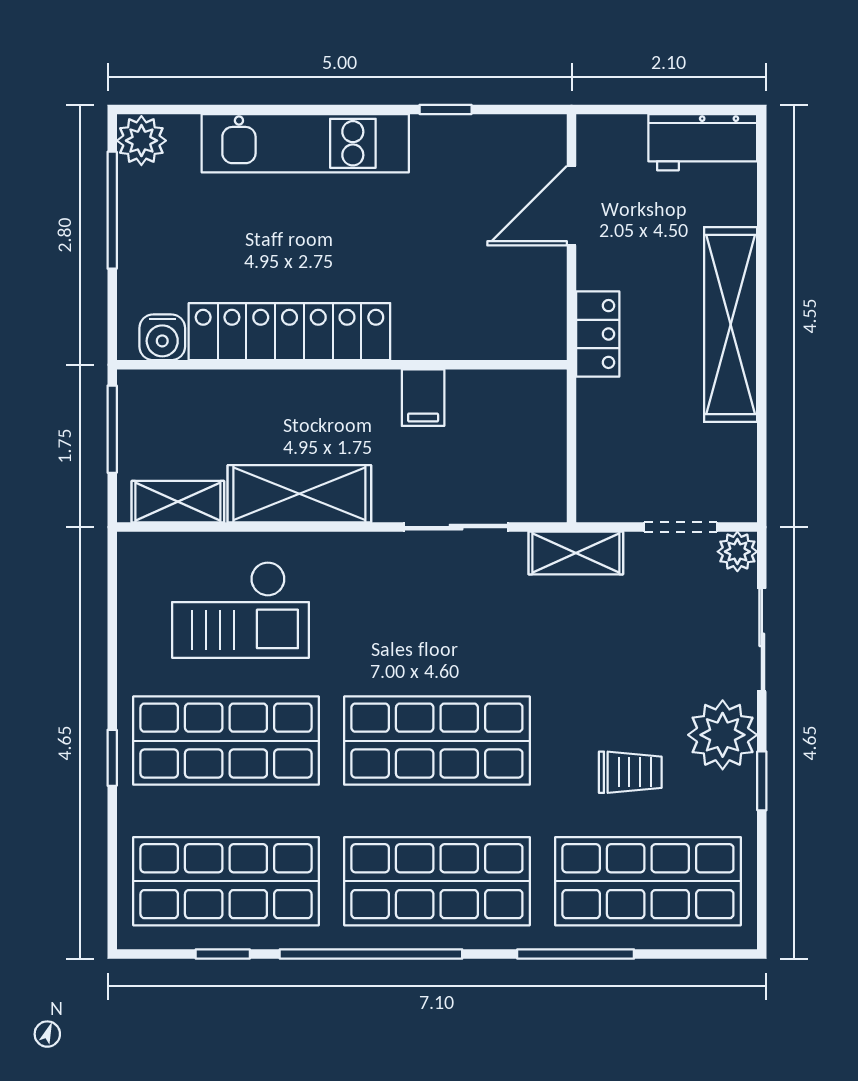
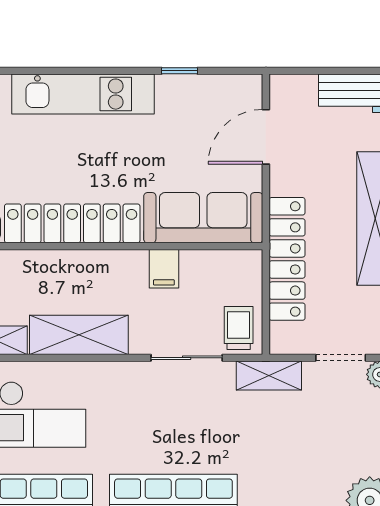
sofa: (480, 323) -> (203, 218), added
locker: (598, 334) -> (287, 259), width x2.16, depth x1.21
trolley: (532, 484) -> (239, 328), added

